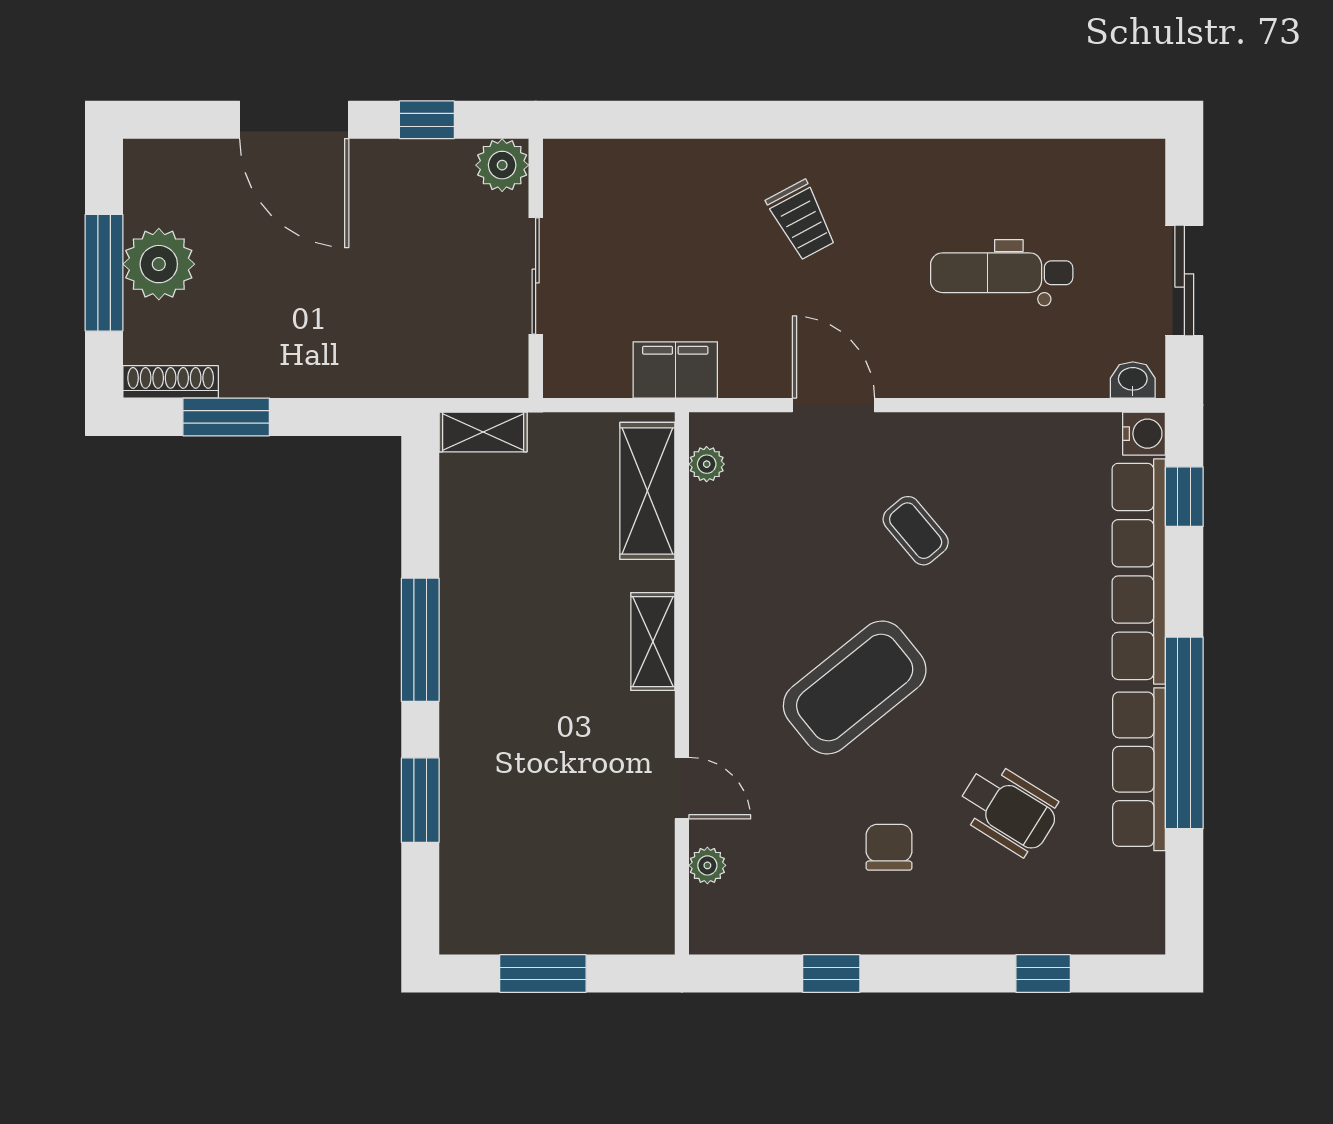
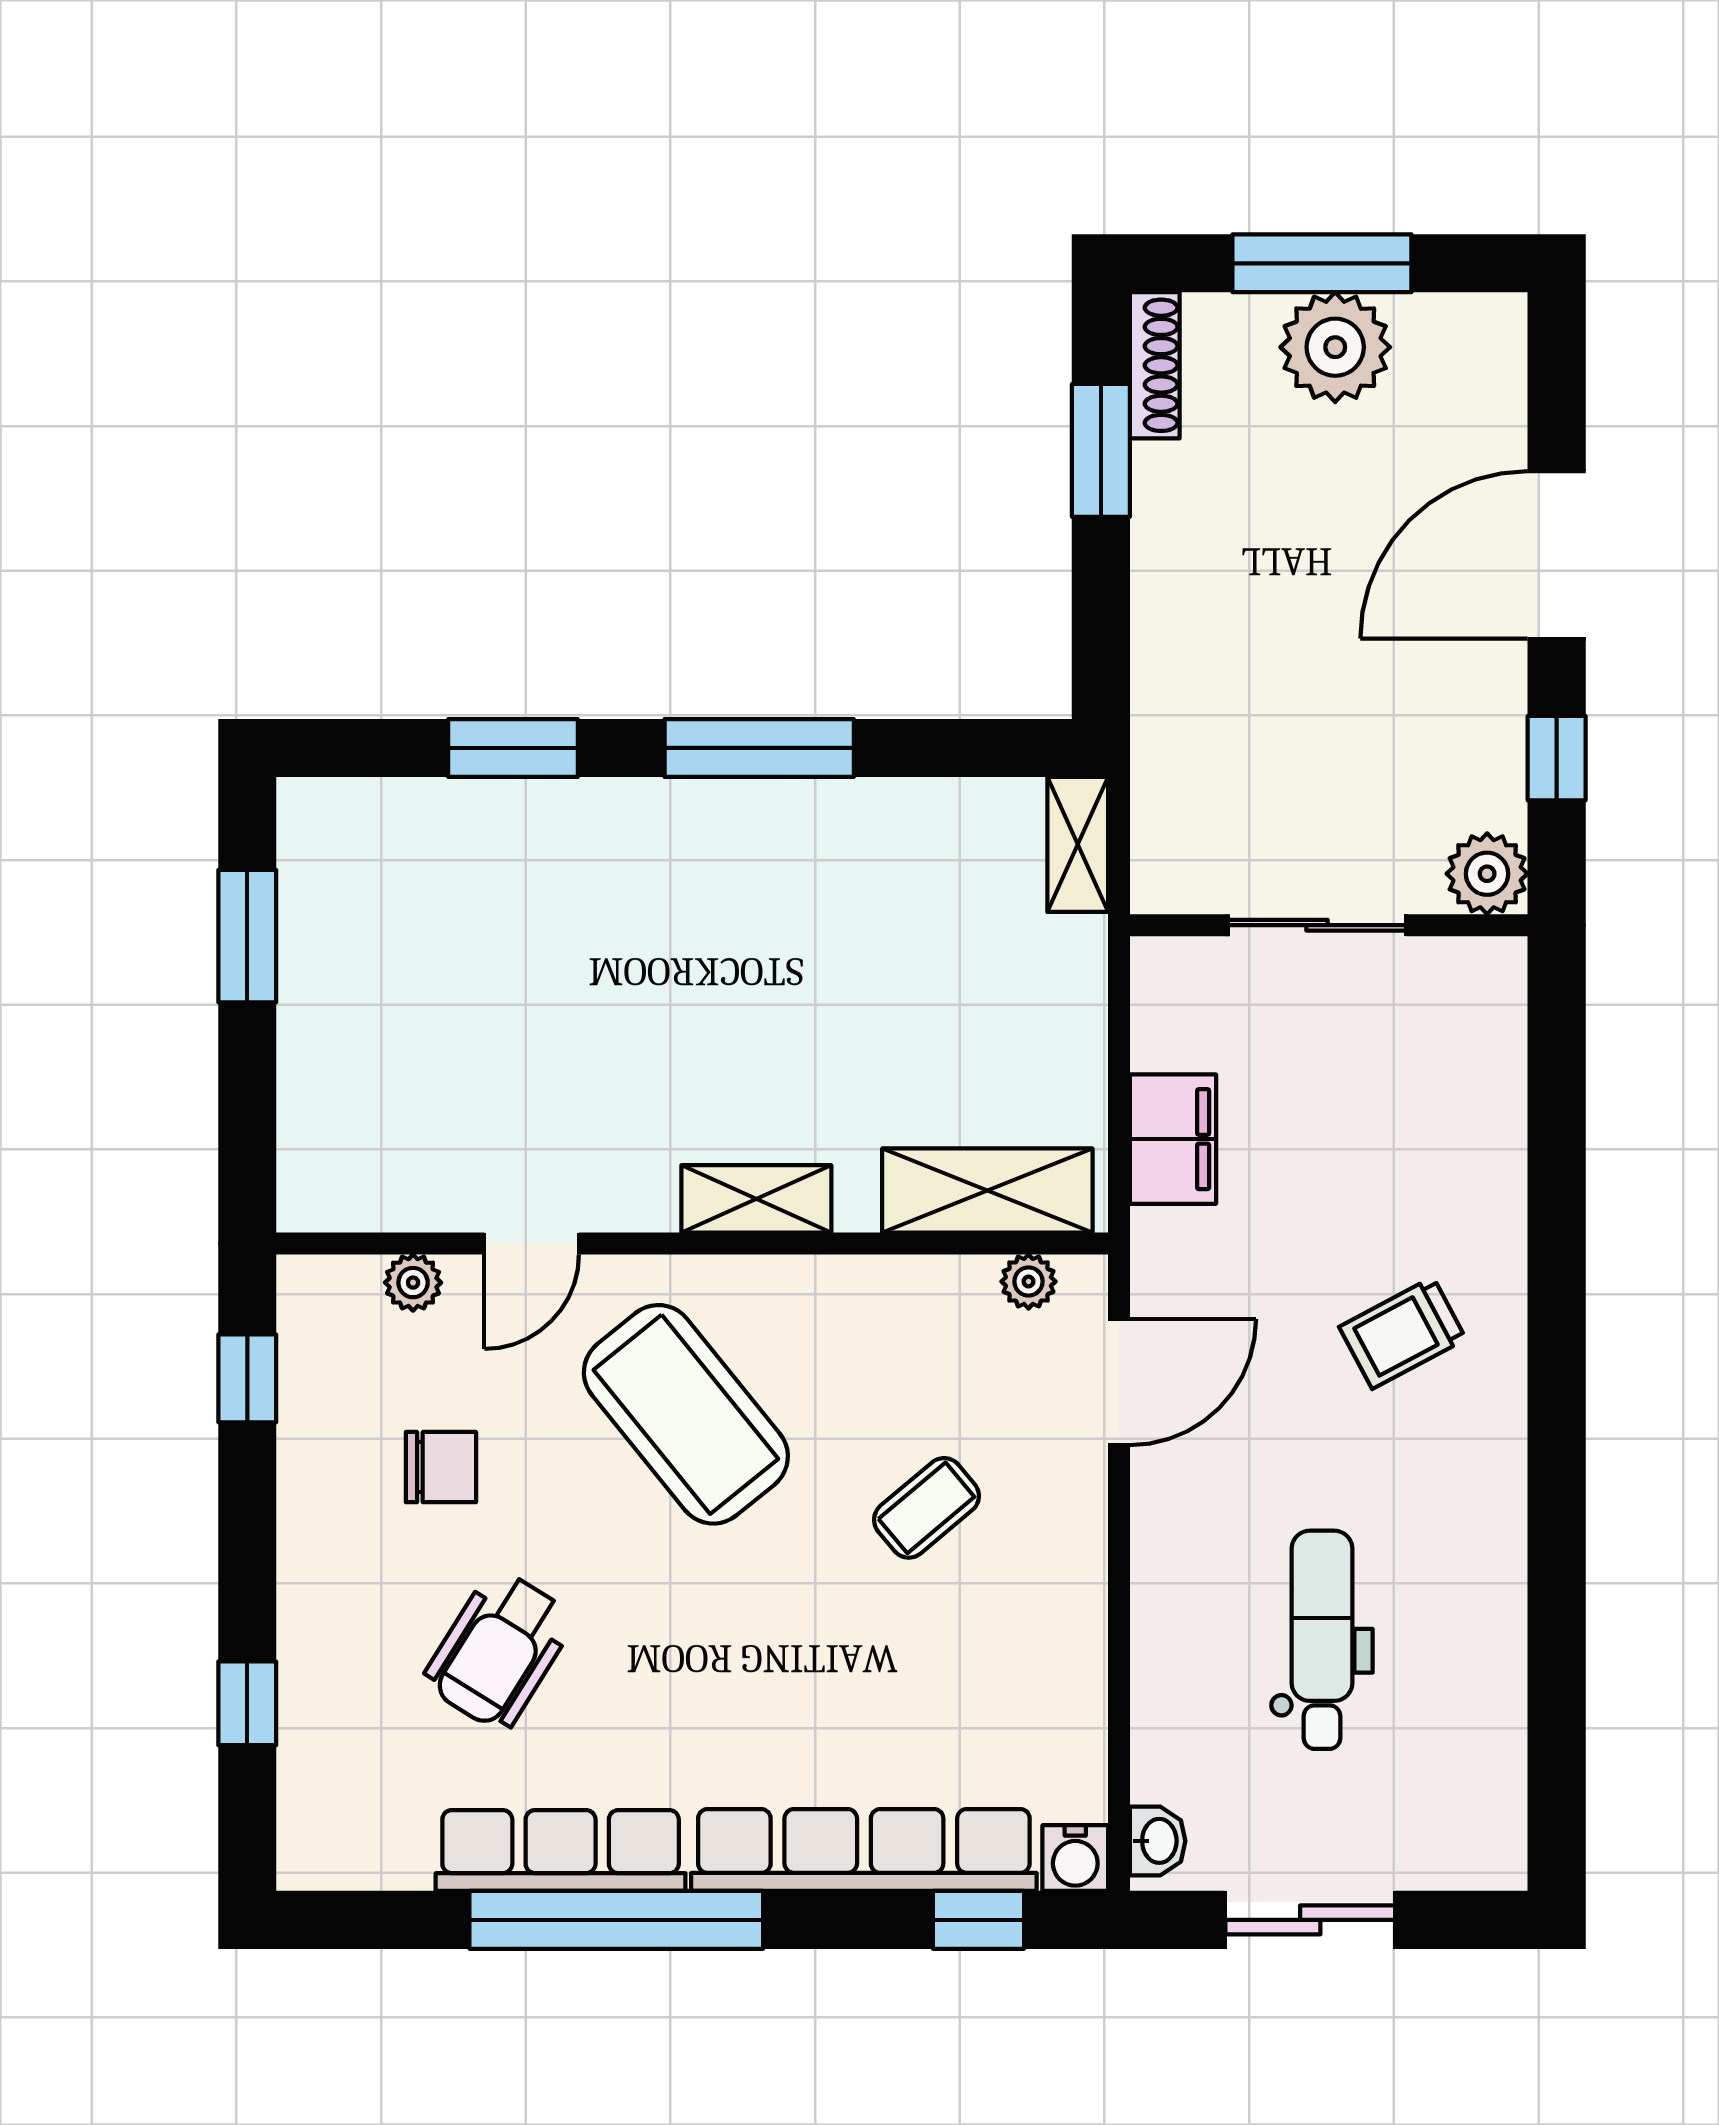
plant: (707, 464) -> (1028, 1281), moved
shelving: (647, 491) -> (987, 1191), moved
shelving: (653, 642) -> (756, 1199), moved
wall: (682, 683) -> (692, 1243), moved
door: (682, 788) -> (532, 1243), moved
plant: (707, 865) -> (413, 1283), moved

